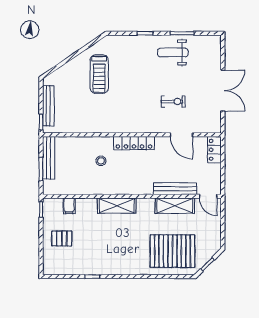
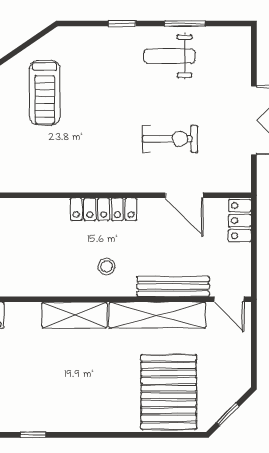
exercise bike: (173, 102) -> (170, 139), width x1.38, depth x1.39
stool: (101, 161) -> (106, 266), moved
shelving: (175, 206) -> (157, 315), width x1.47
pallet: (172, 251) -> (169, 392), turned 90

